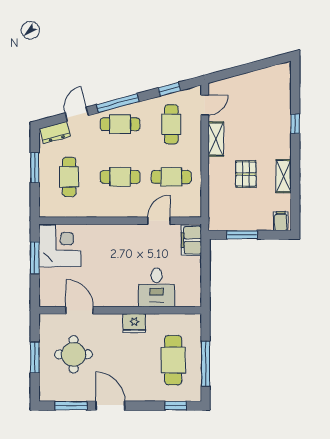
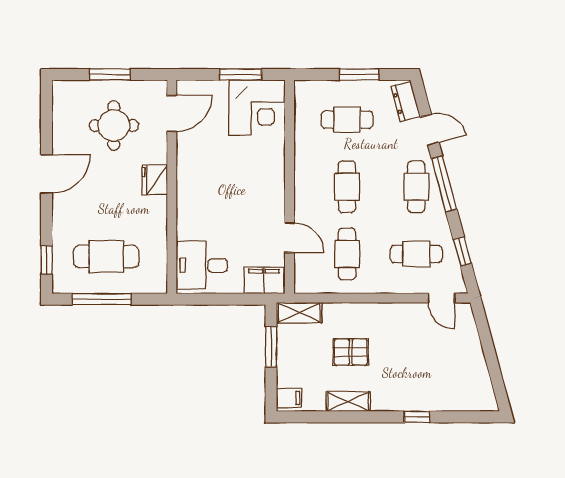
shelving: (216, 139) -> (299, 313), moved
desk: (157, 287) -> (202, 265), moved
door: (80, 310) -> (172, 113), moved
fridge: (134, 323) -> (155, 180), moved
window: (71, 406) -> (46, 122), removed

